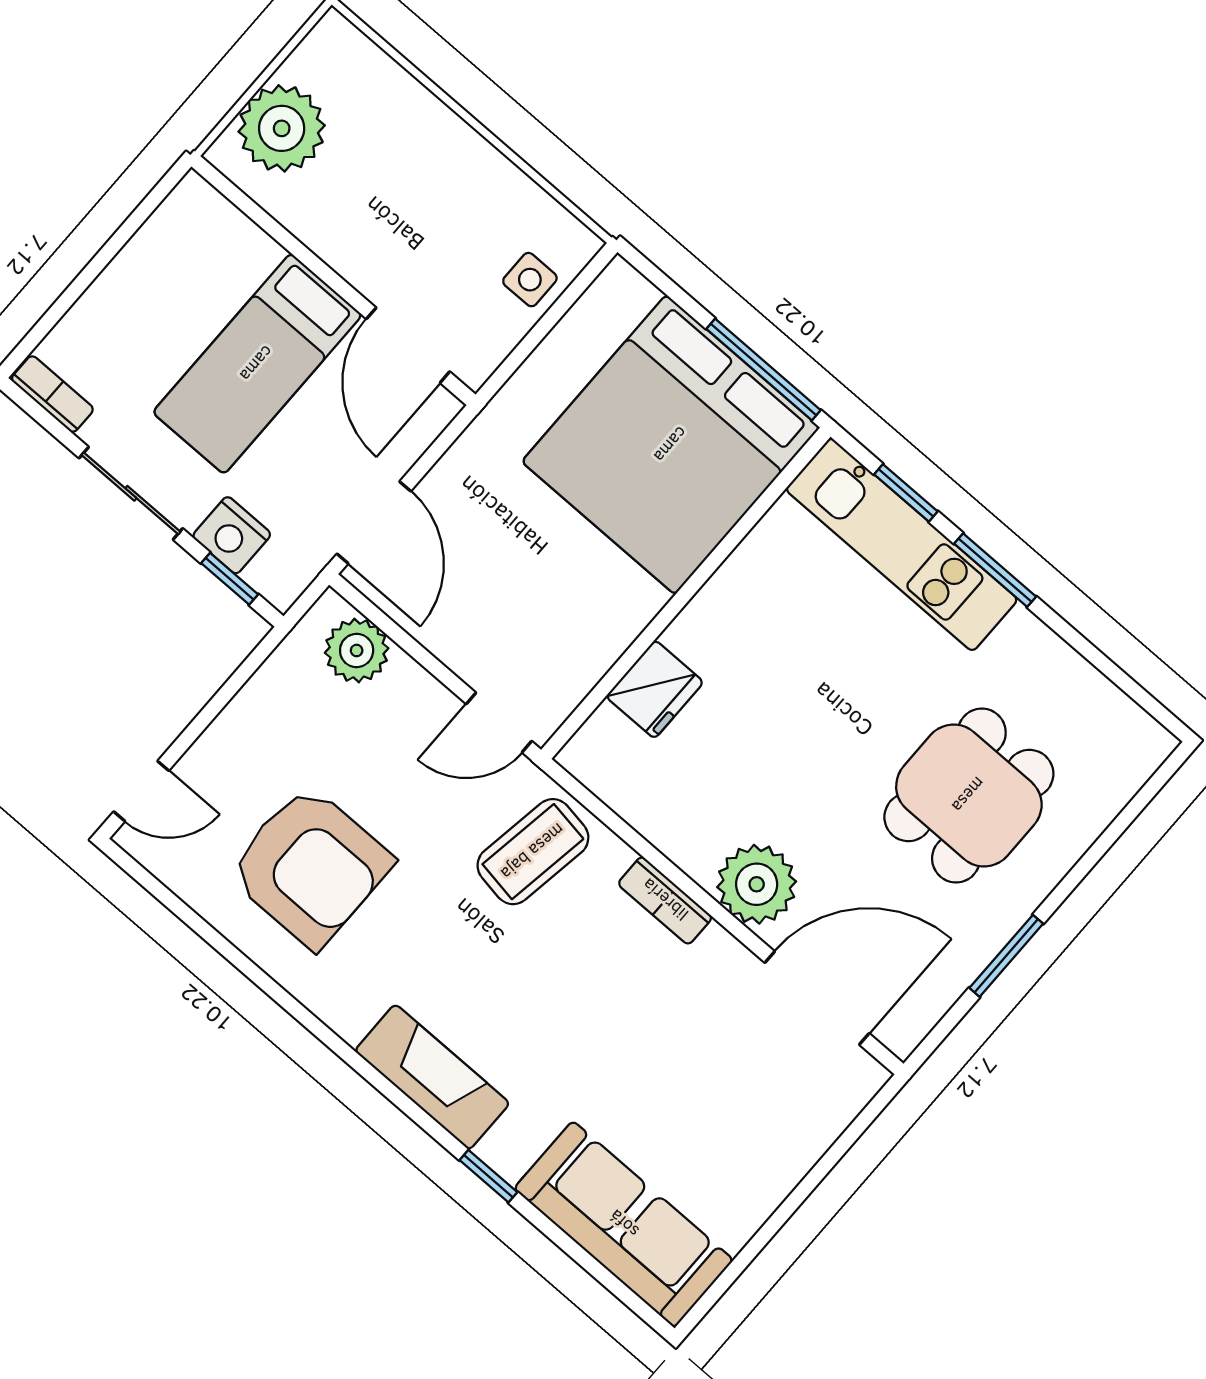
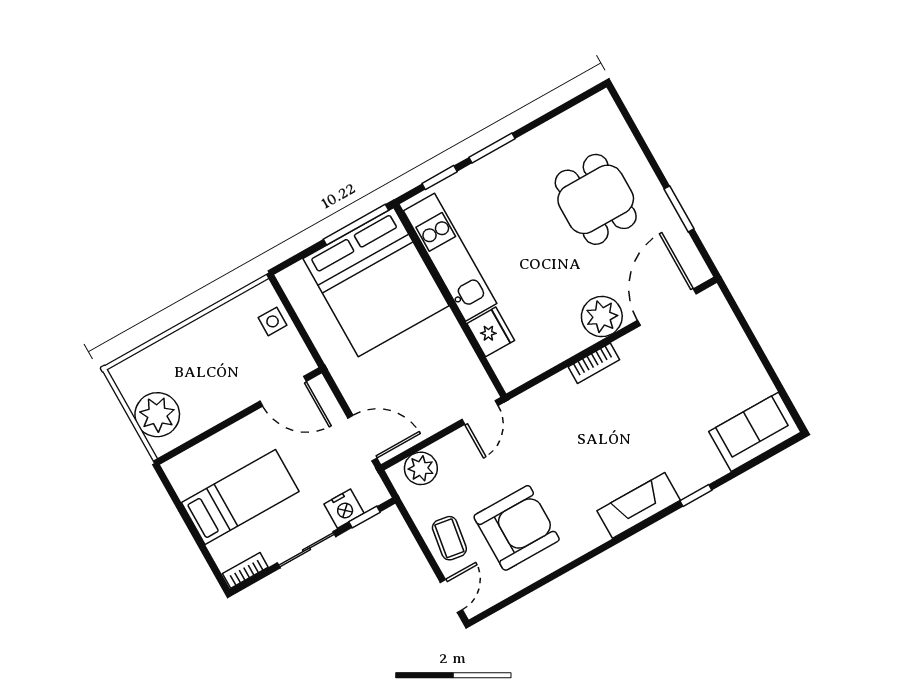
bed: (257, 364) -> (240, 497), moved, turned -90
kitchen unit: (902, 544) -> (450, 257), moved, turned -90
coffee table: (533, 852) -> (449, 538), moved, width x0.73, depth x0.77
sofa: (624, 1224) -> (755, 432), width x0.73

